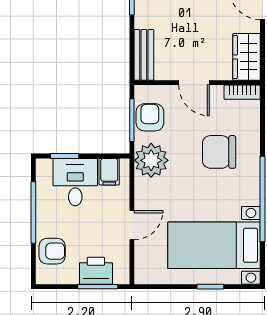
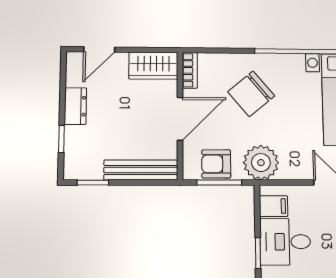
bench: (144, 55) -> (141, 170), width x1.36
door: (194, 83) -> (180, 119), width x1.38
chair: (219, 152) -> (251, 94), turned 50

